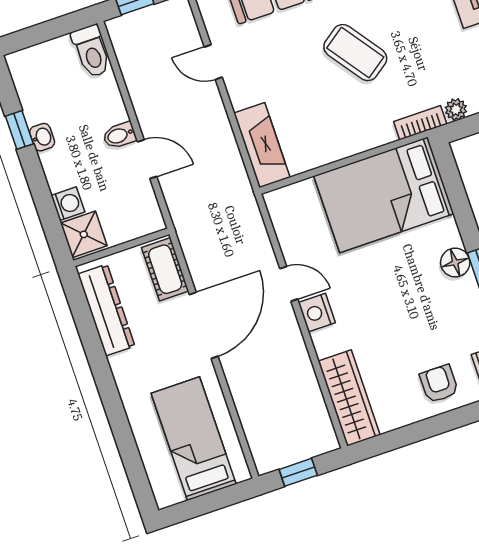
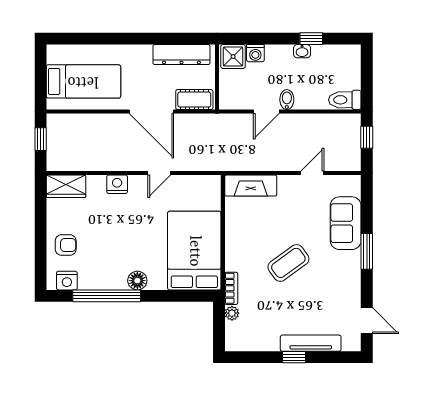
nightstand: (317, 313) -> (117, 184), moved
wardrobe: (349, 398) -> (66, 186), width x0.67

